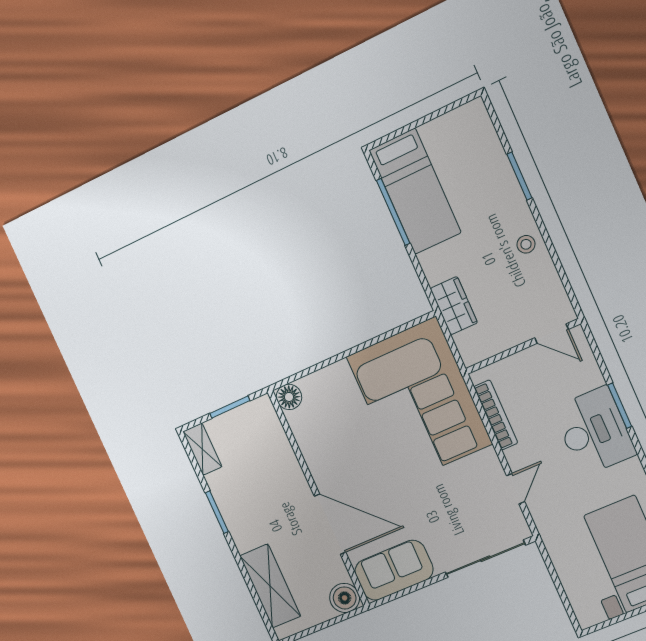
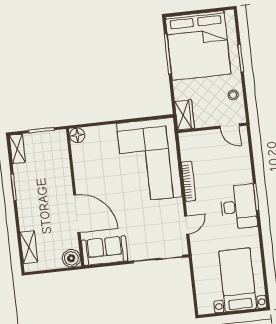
bed: (415, 191) -> (198, 45), width x2.04
door: (552, 334) -> (230, 126), moved
wall: (523, 346) -> (212, 128), moved
shelving: (270, 586) -> (29, 247), width x0.67, depth x0.75

